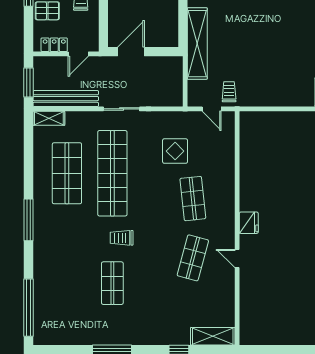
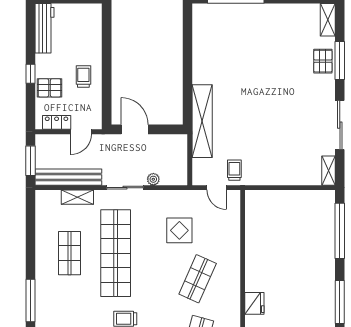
door: (131, 52) -> (135, 129), hinge flipped
plant: (149, 101) -> (153, 179), added
shelving: (49, 118) -> (77, 197), moved
shop shelf: (67, 173) -> (70, 253), width x0.70, depth x0.74
shop shelf: (193, 199) -> (198, 279), turned 30

